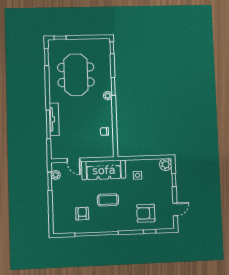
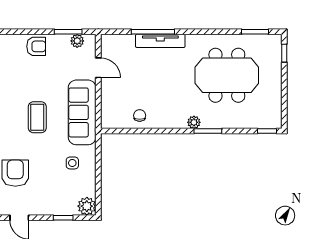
door: (73, 160) -> (98, 68), swing flipped
armchair: (82, 214) -> (36, 46), moved

